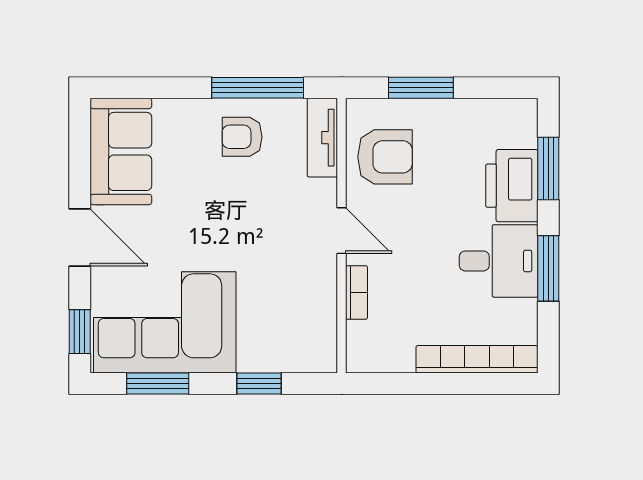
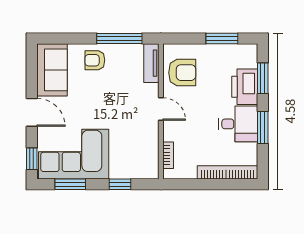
window: (421, 88) -> (222, 39), moved
armchair: (242, 137) -> (95, 60), moved
bookcase: (356, 293) -> (168, 155), moved

